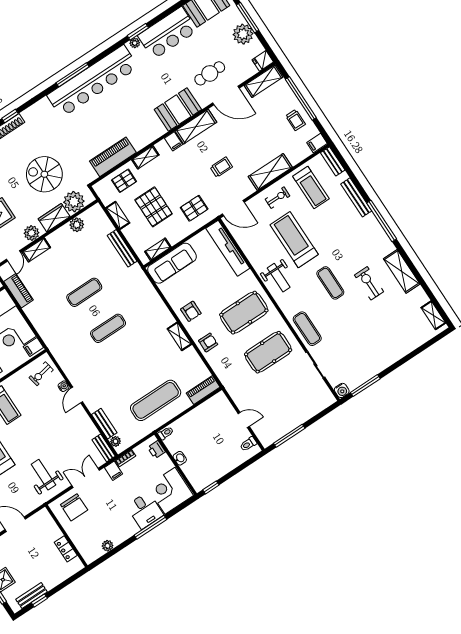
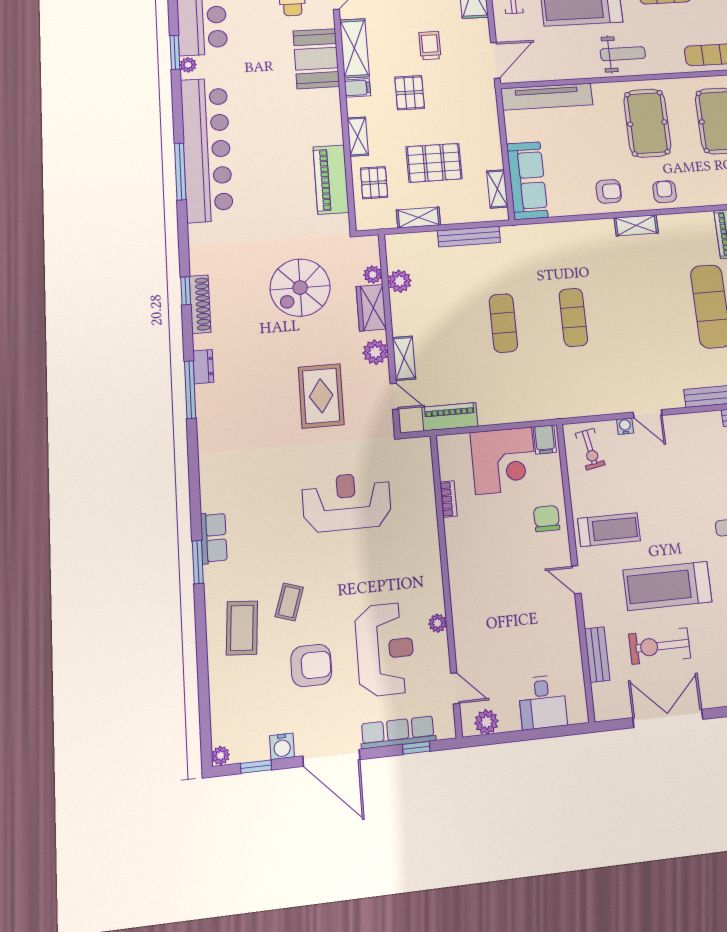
plant: (74, 202) -> (373, 275), width x0.53, depth x0.53
pallet: (194, 208) -> (410, 93), moved

